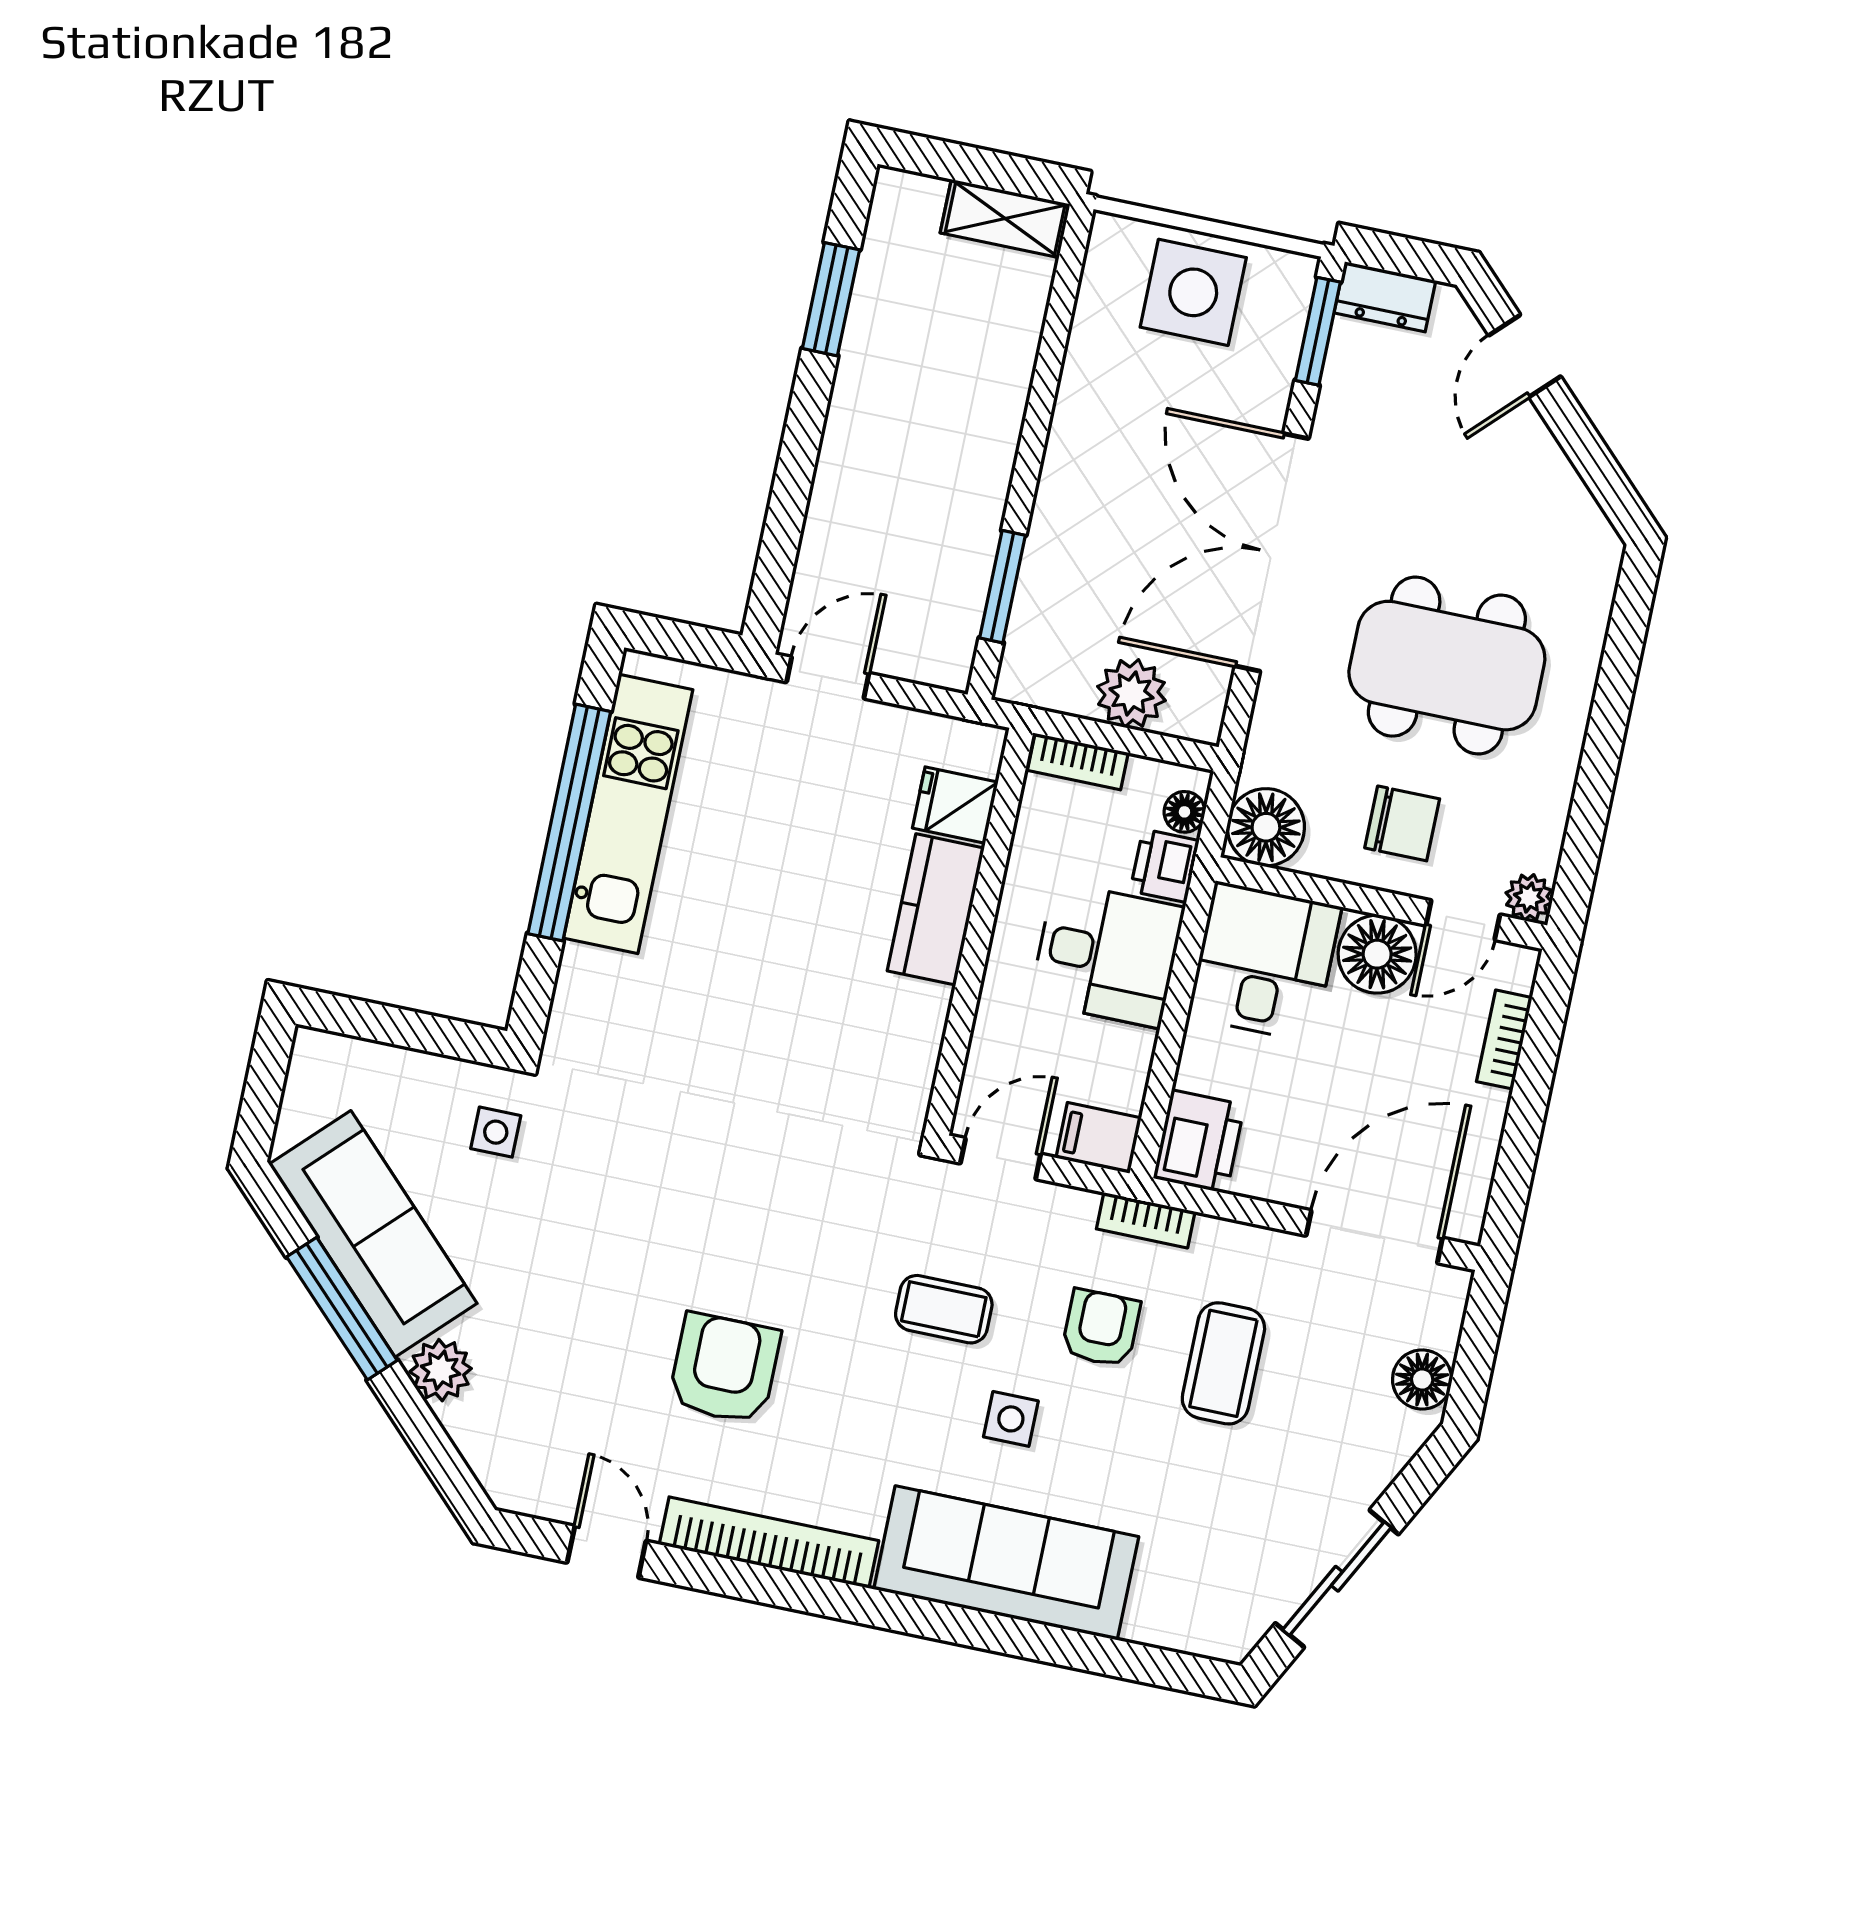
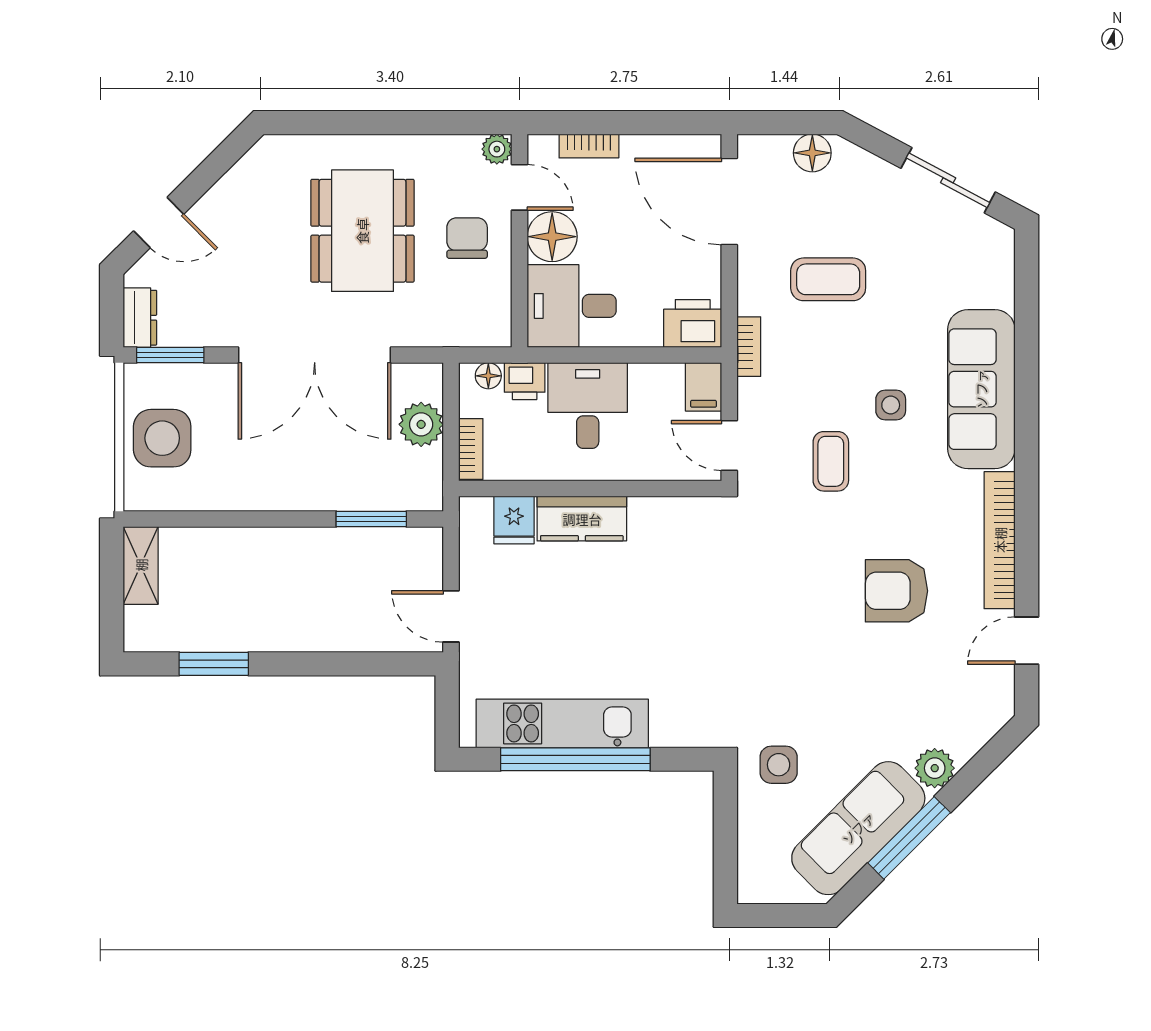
floor lamp: (1266, 827) -> (487, 323), removed
side table: (496, 1132) -> (779, 765), width x1.37, depth x1.37
armchair: (1101, 1328) -> (822, 361), removed

